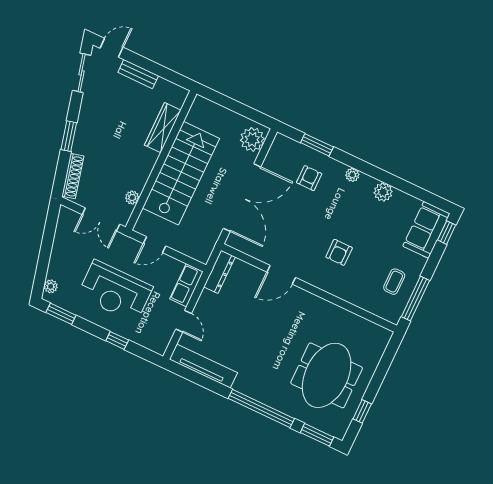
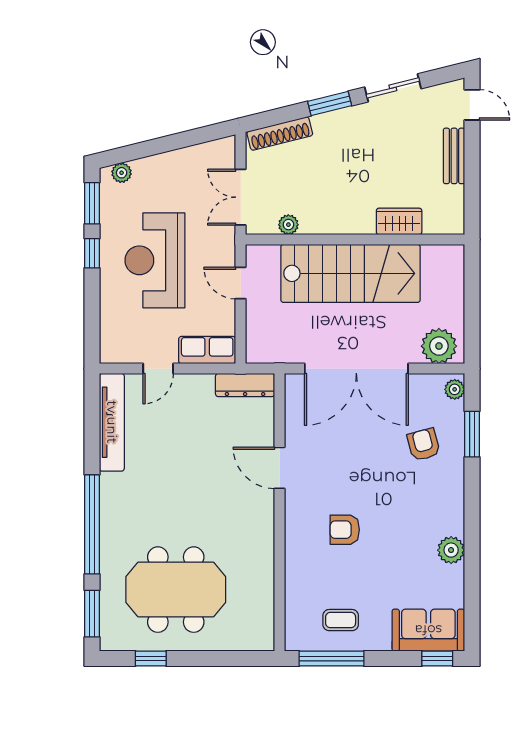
sliding door: (82, 73) -> (393, 88), moved
wardrobe: (163, 128) -> (399, 221), width x0.67
plant: (352, 175) -> (455, 389), moved
armchair: (309, 178) -> (424, 445), turned -105
window: (117, 340) -> (92, 253), moved

